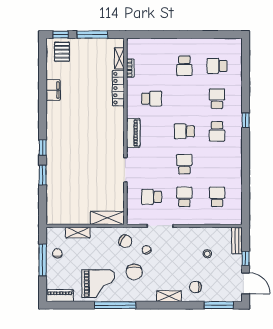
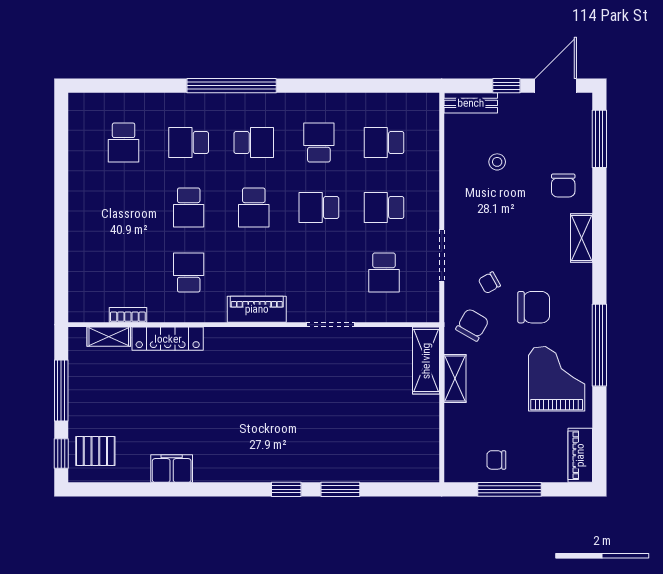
school desk: (184, 66) -> (189, 207), moved, turned 90
window: (246, 120) -> (232, 86), width x3.17
school desk: (217, 164) -> (319, 142), added
shelving: (78, 233) -> (455, 379), moved

